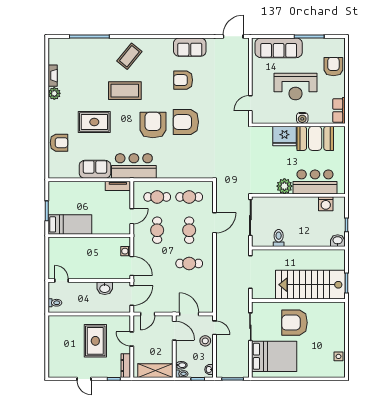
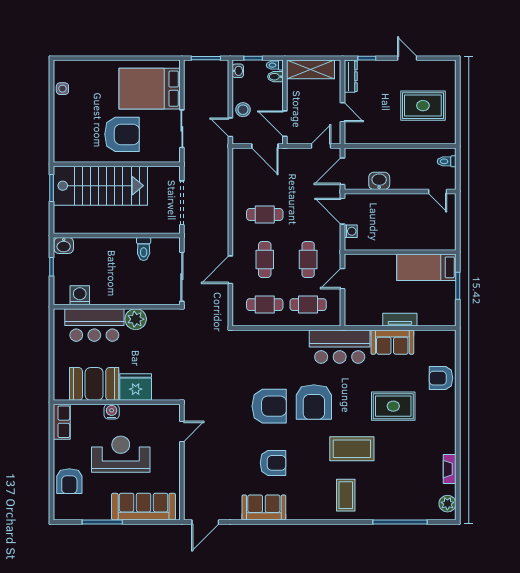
coffee table: (129, 56) -> (346, 495), turned -39
plant: (54, 93) -> (447, 504), moved
tv unit: (118, 186) -> (400, 320), moved
rug: (95, 341) -> (423, 106), moved, turned 90

